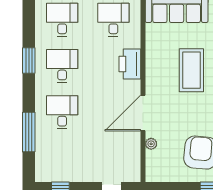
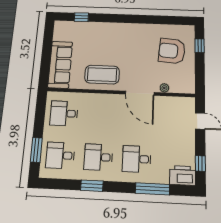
printer: (130, 64) -> (182, 175), moved, turned 180
coffee table: (191, 70) -> (102, 75), moved

